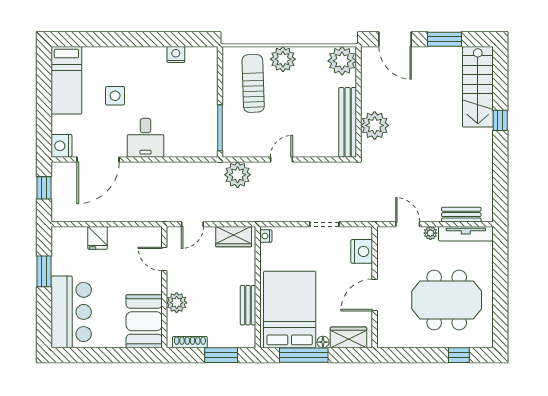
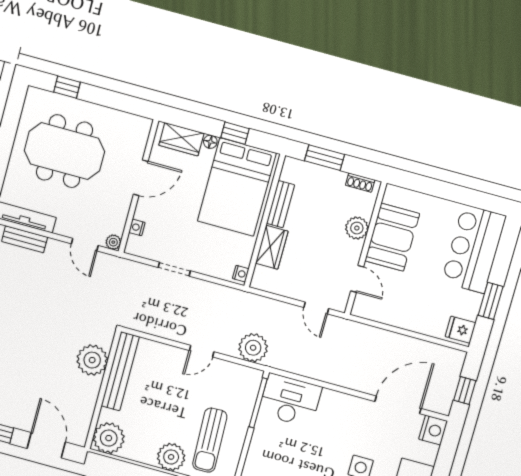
desk: (146, 138) -> (290, 400), moved, width x1.37
door: (192, 224) -> (316, 308), swing flipped
plant: (430, 233) -> (113, 242), moved
wardrobe: (234, 237) -> (272, 247), moved, turned 90
fridge: (98, 238) -> (460, 330), moved, turned -90
nightstand: (362, 251) -> (137, 227), width x0.53, depth x0.56
booth: (144, 321) -> (392, 237), moved
shoe rack: (190, 342) -> (360, 183), width x0.70
window: (304, 355) -> (235, 133), width x0.46

